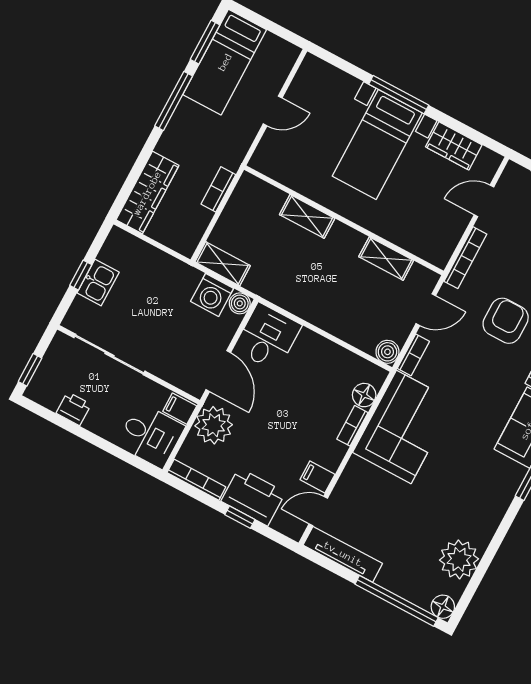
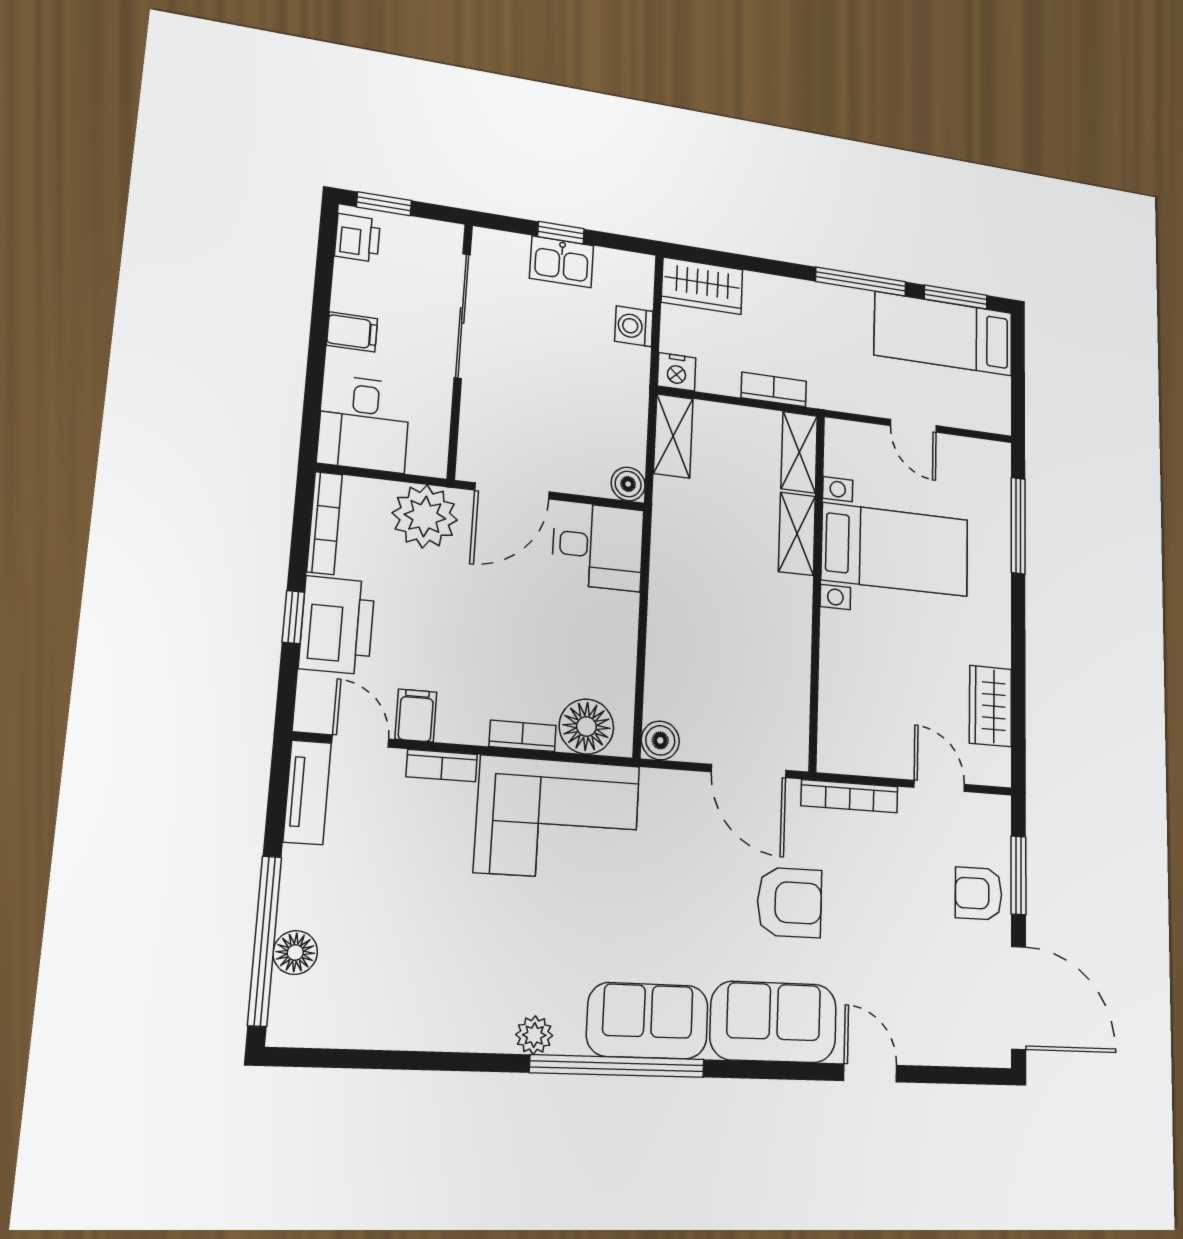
window: (399, 95) -> (1018, 526), moved
bed with nightstands: (377, 144) -> (895, 550), moved, turned 180
wardrobe: (147, 193) -> (702, 286), width x0.67
nightstand: (186, 244) -> (677, 372), added
shelving: (386, 259) -> (799, 452), moved
washing machine: (212, 295) -> (634, 326), moved, width x0.73, depth x0.73
door: (426, 310) -> (749, 771), width x1.38
bookcase: (413, 355) -> (442, 766), moved
floor lamp: (364, 395) -> (586, 727), width x1.38, depth x1.38
printer: (74, 409) -> (357, 238), moved
filing cabinet: (180, 409) -> (352, 332), moved, turned 90
tv unit: (343, 554) -> (307, 792), width x0.71
plant: (459, 559) -> (534, 1035), moved, width x0.53, depth x0.53
floor lamp: (443, 607) -> (295, 953), moved

